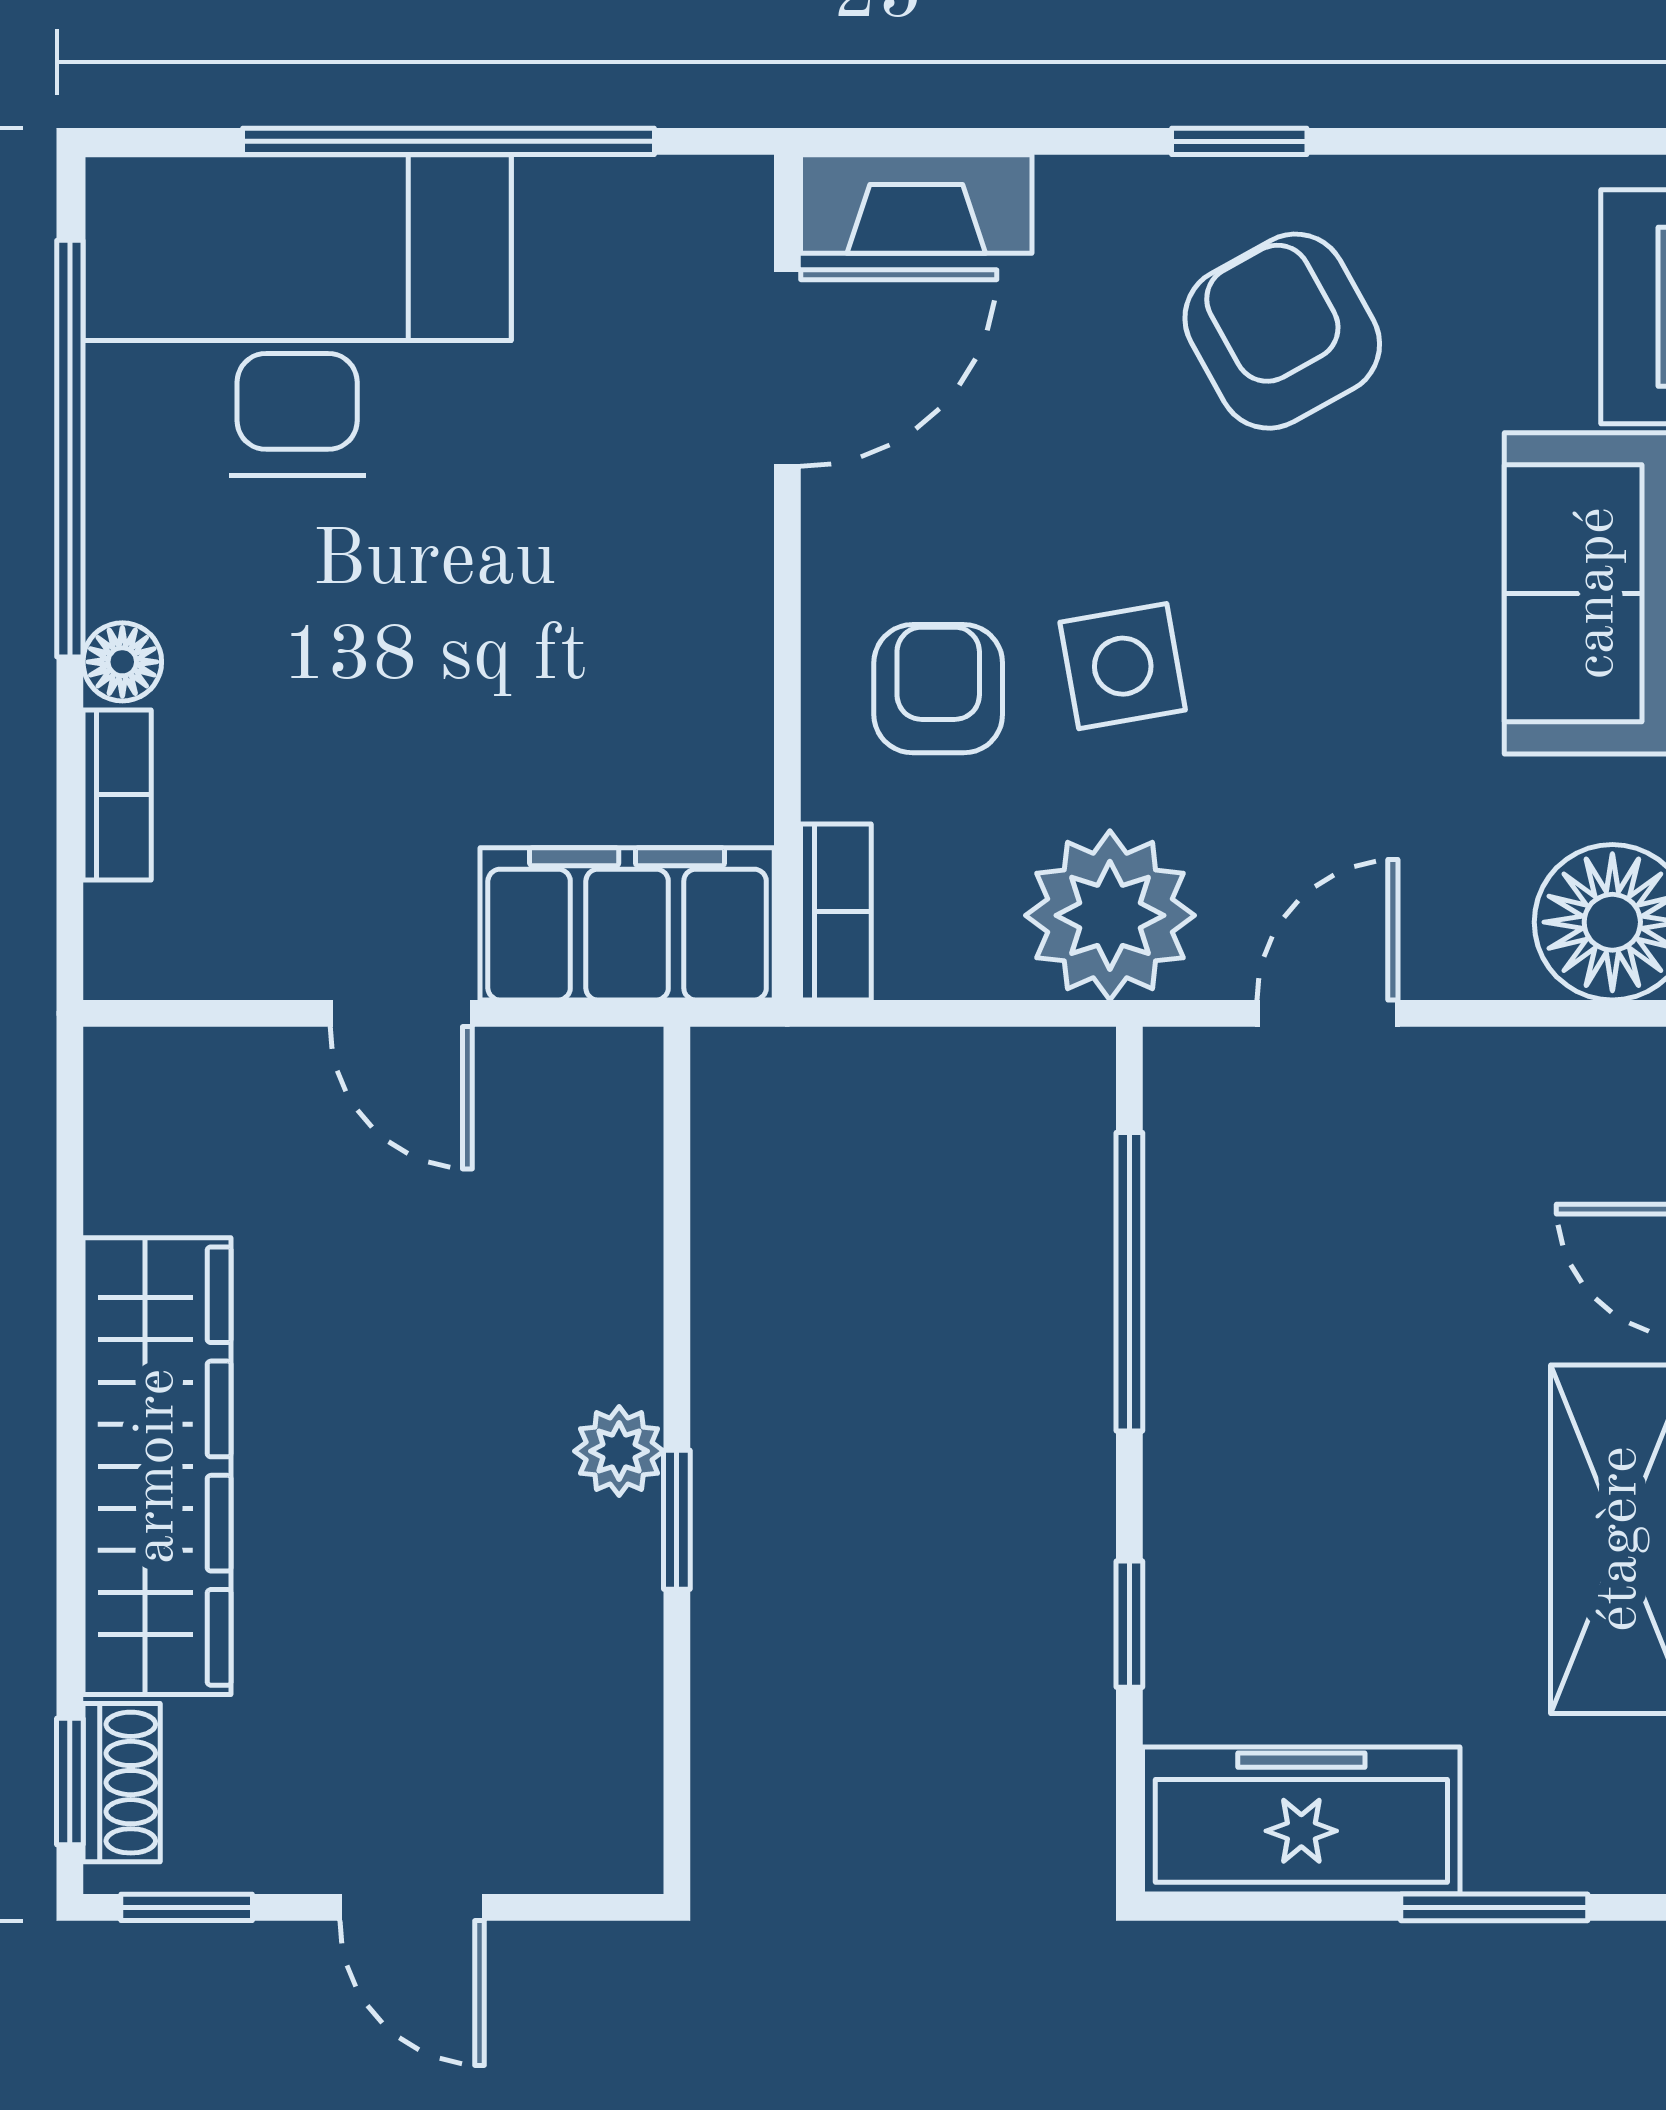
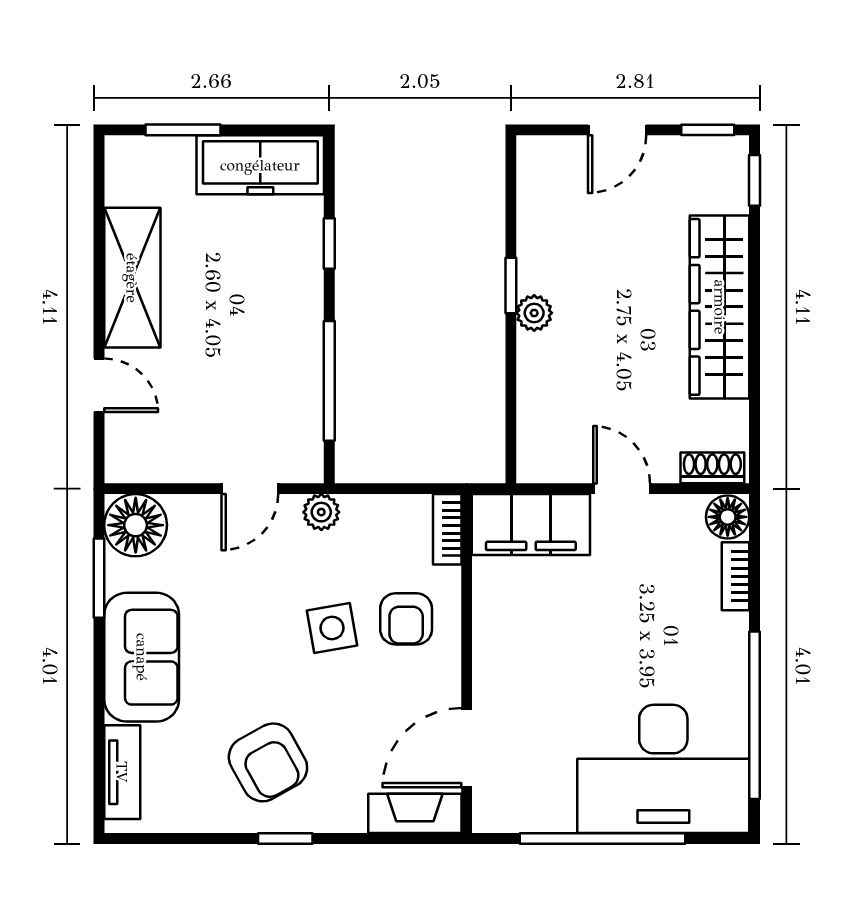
floor lamp: (122, 662) -> (728, 517), moved, width x1.37, depth x1.37
plant: (1110, 915) -> (321, 512), width x0.53, depth x0.53
shoe rack: (122, 1783) -> (712, 468), moved, turned 90
door: (412, 1907) -> (617, 130), swing flipped

